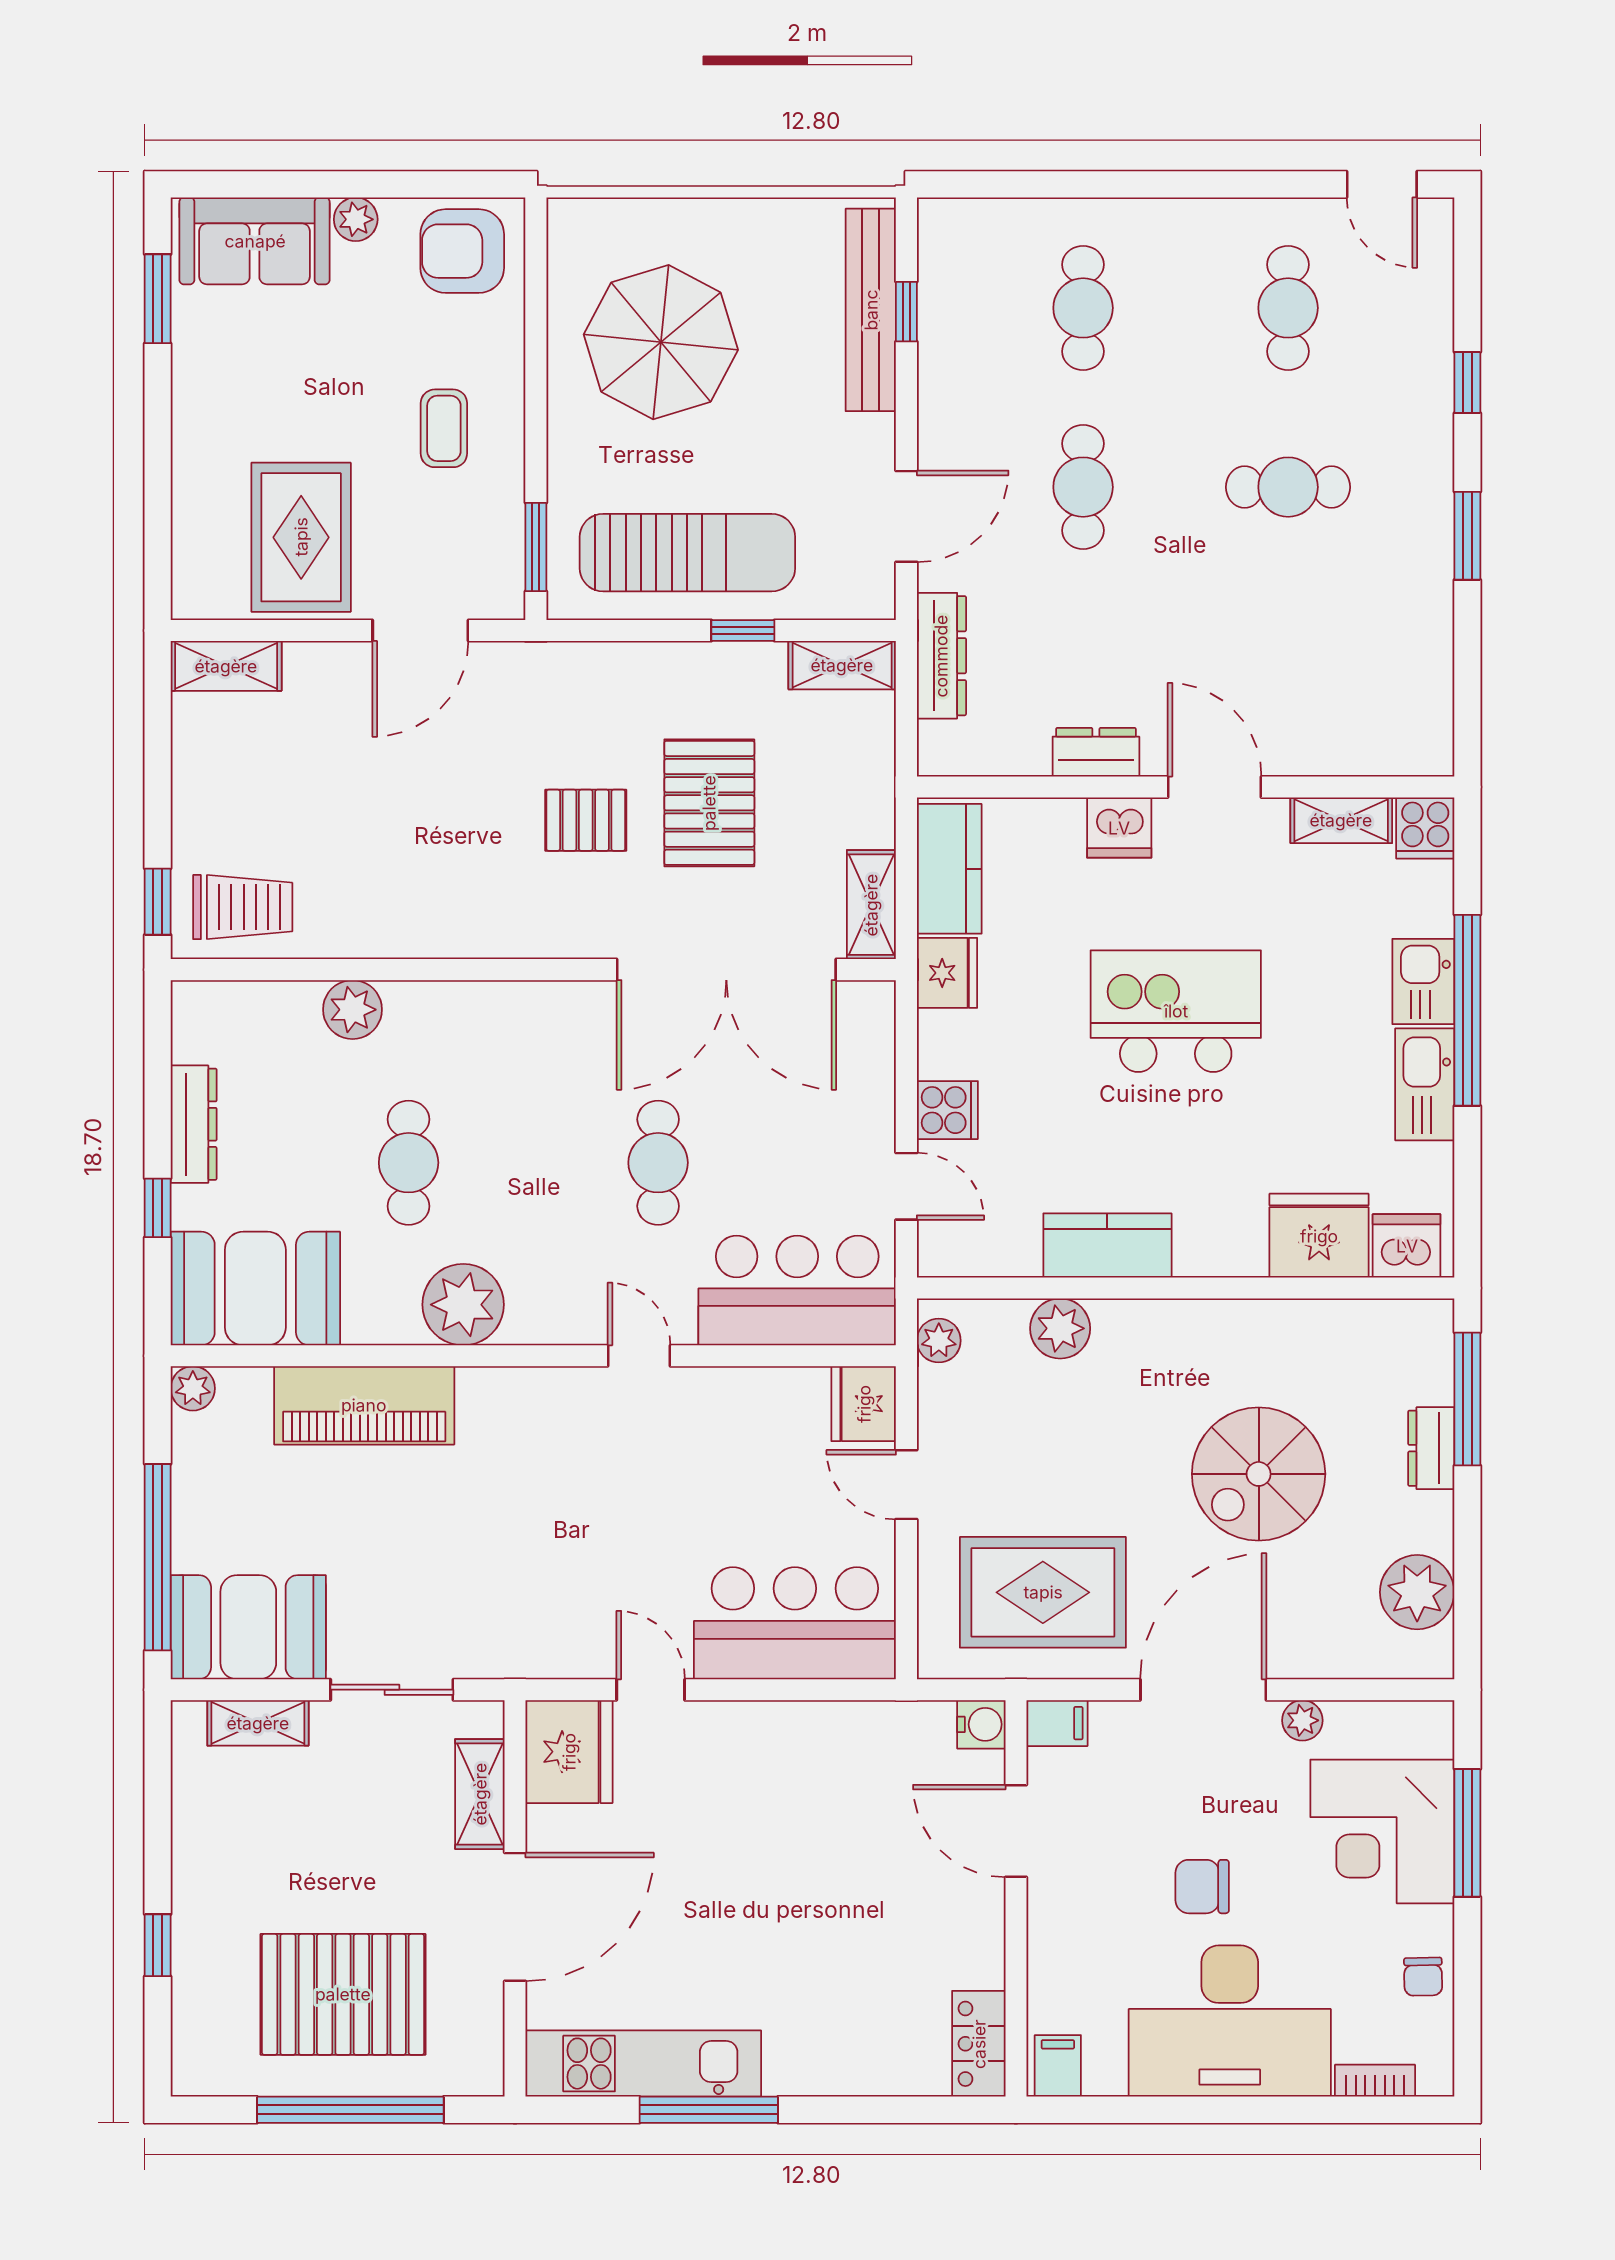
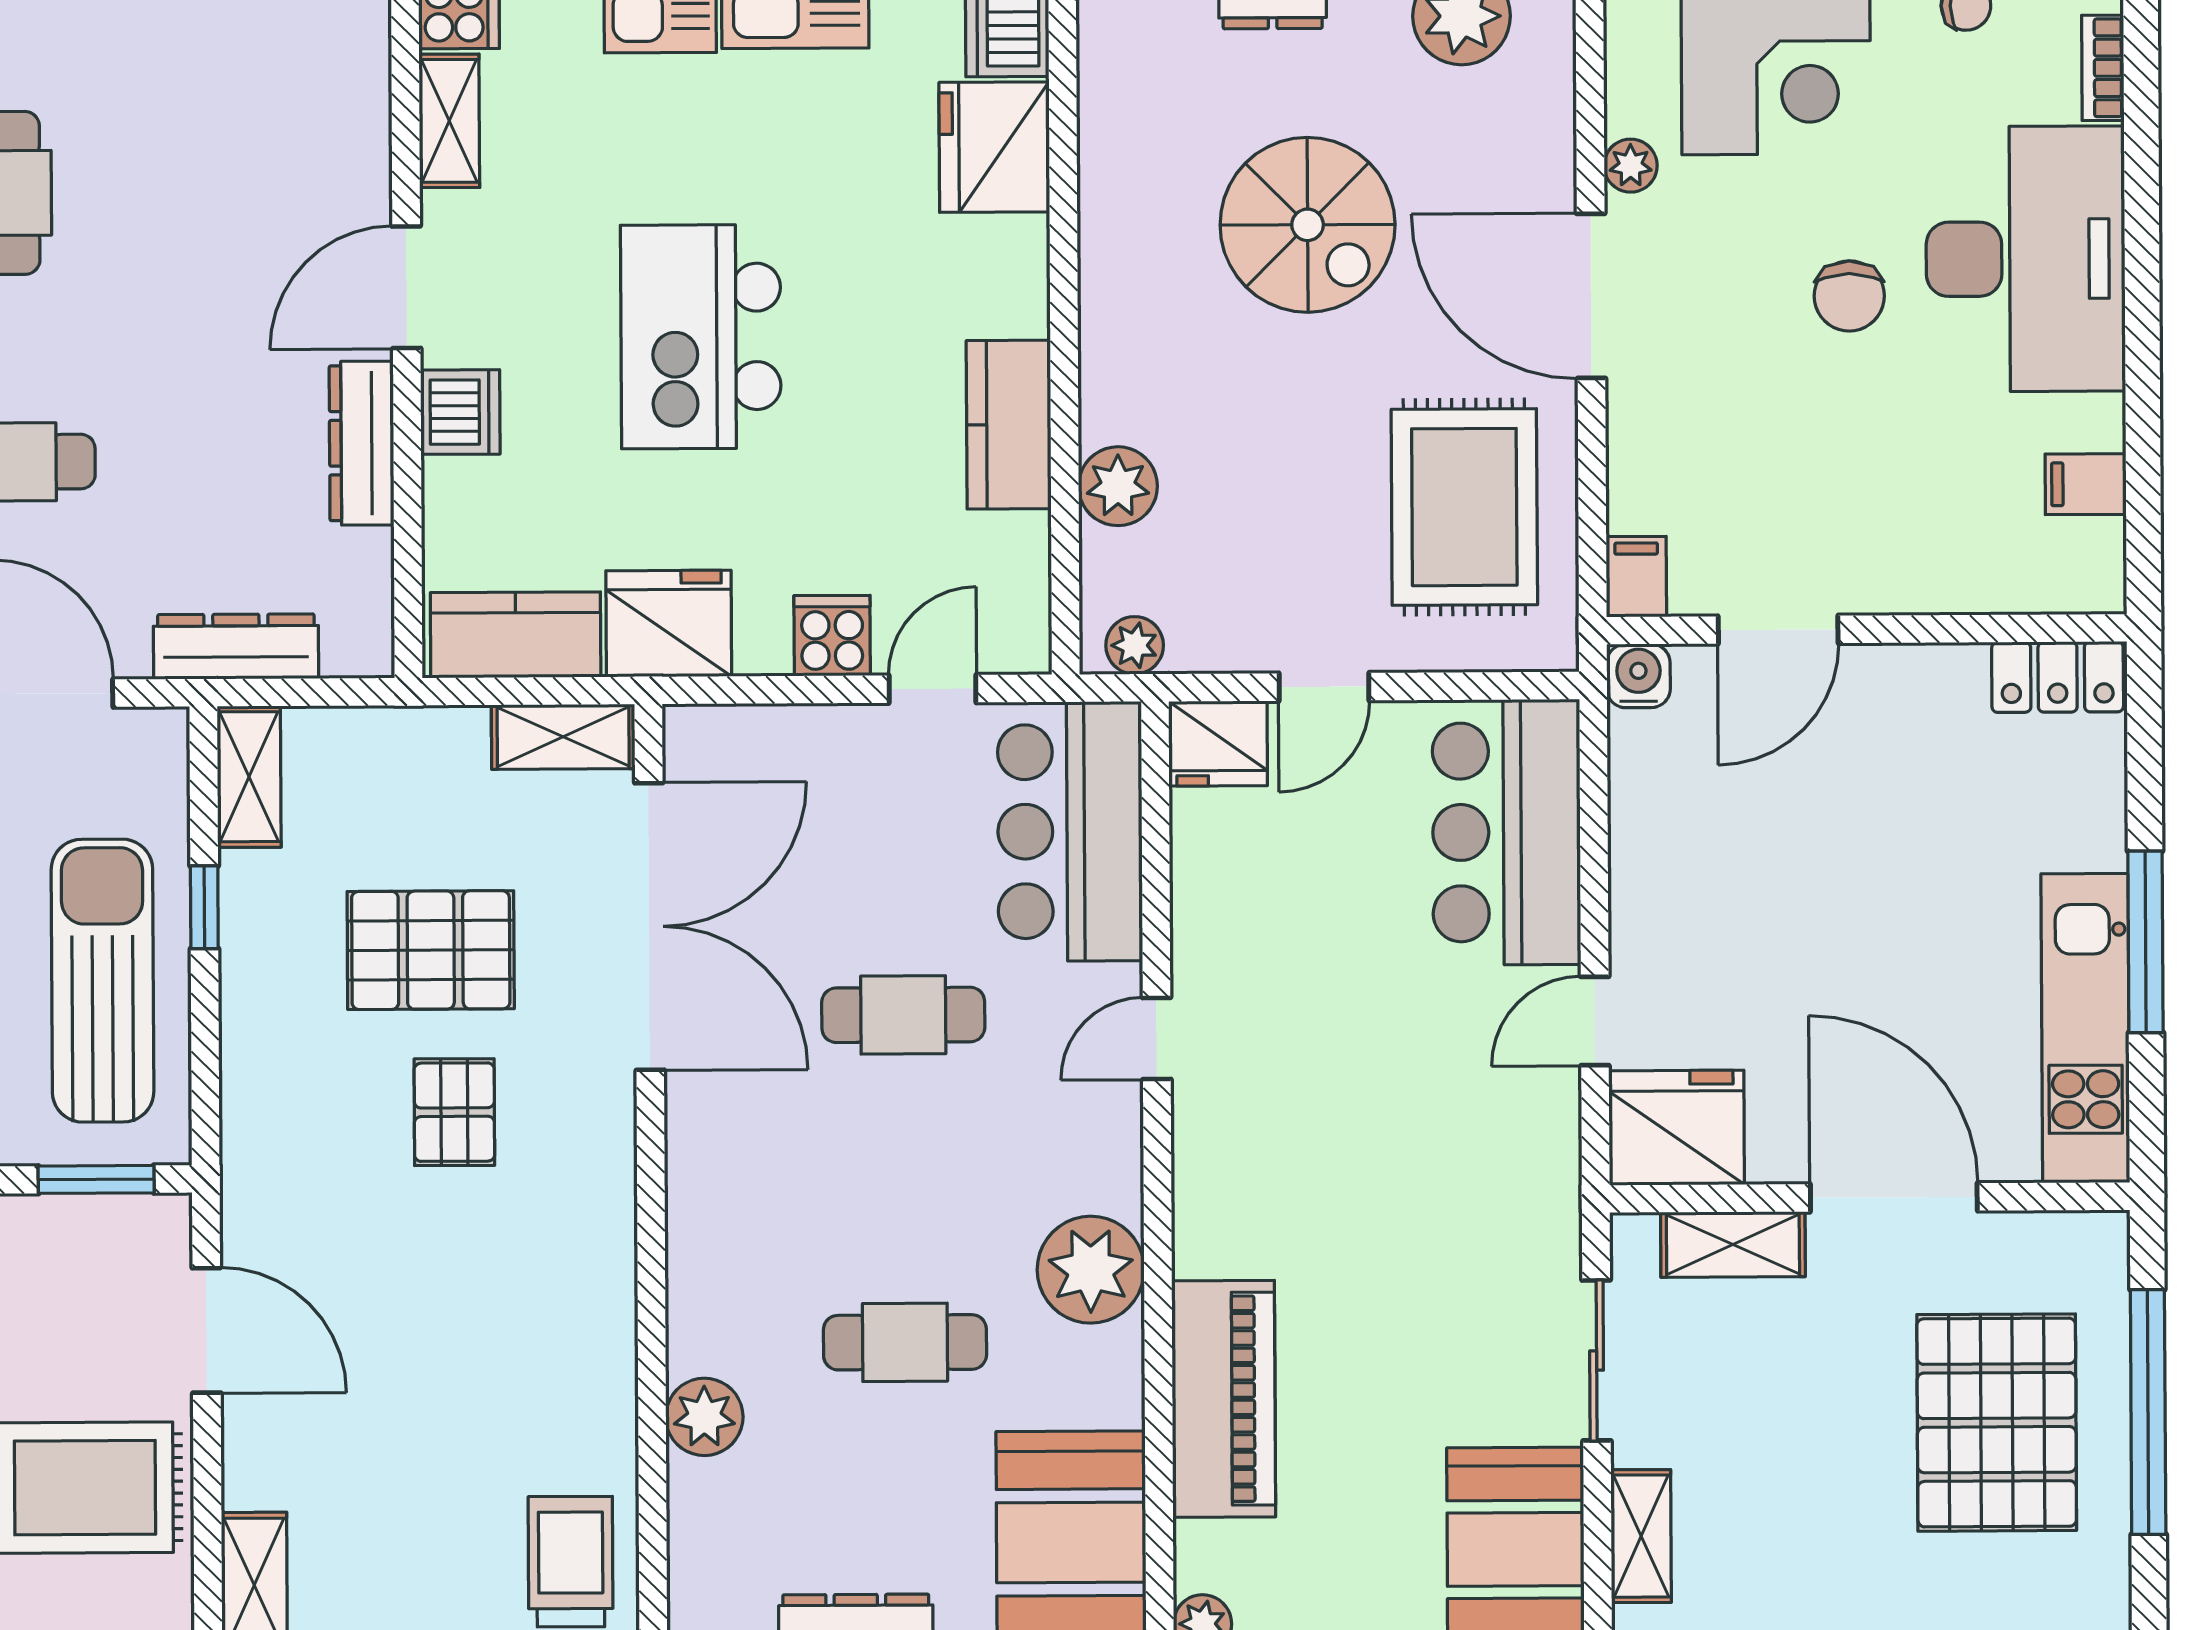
dresser: (1096, 752) -> (362, 443), width x1.44
fridge: (947, 973) -> (669, 624), width x1.36, depth x1.34
filing cabinet: (1057, 1723) -> (1636, 577), moved
water cooler: (981, 1724) -> (1638, 676), moved
door: (1016, 1831) -> (1778, 630), moved
wall: (1016, 1898) -> (1867, 629), moved
locker: (979, 2044) -> (2058, 677), moved

